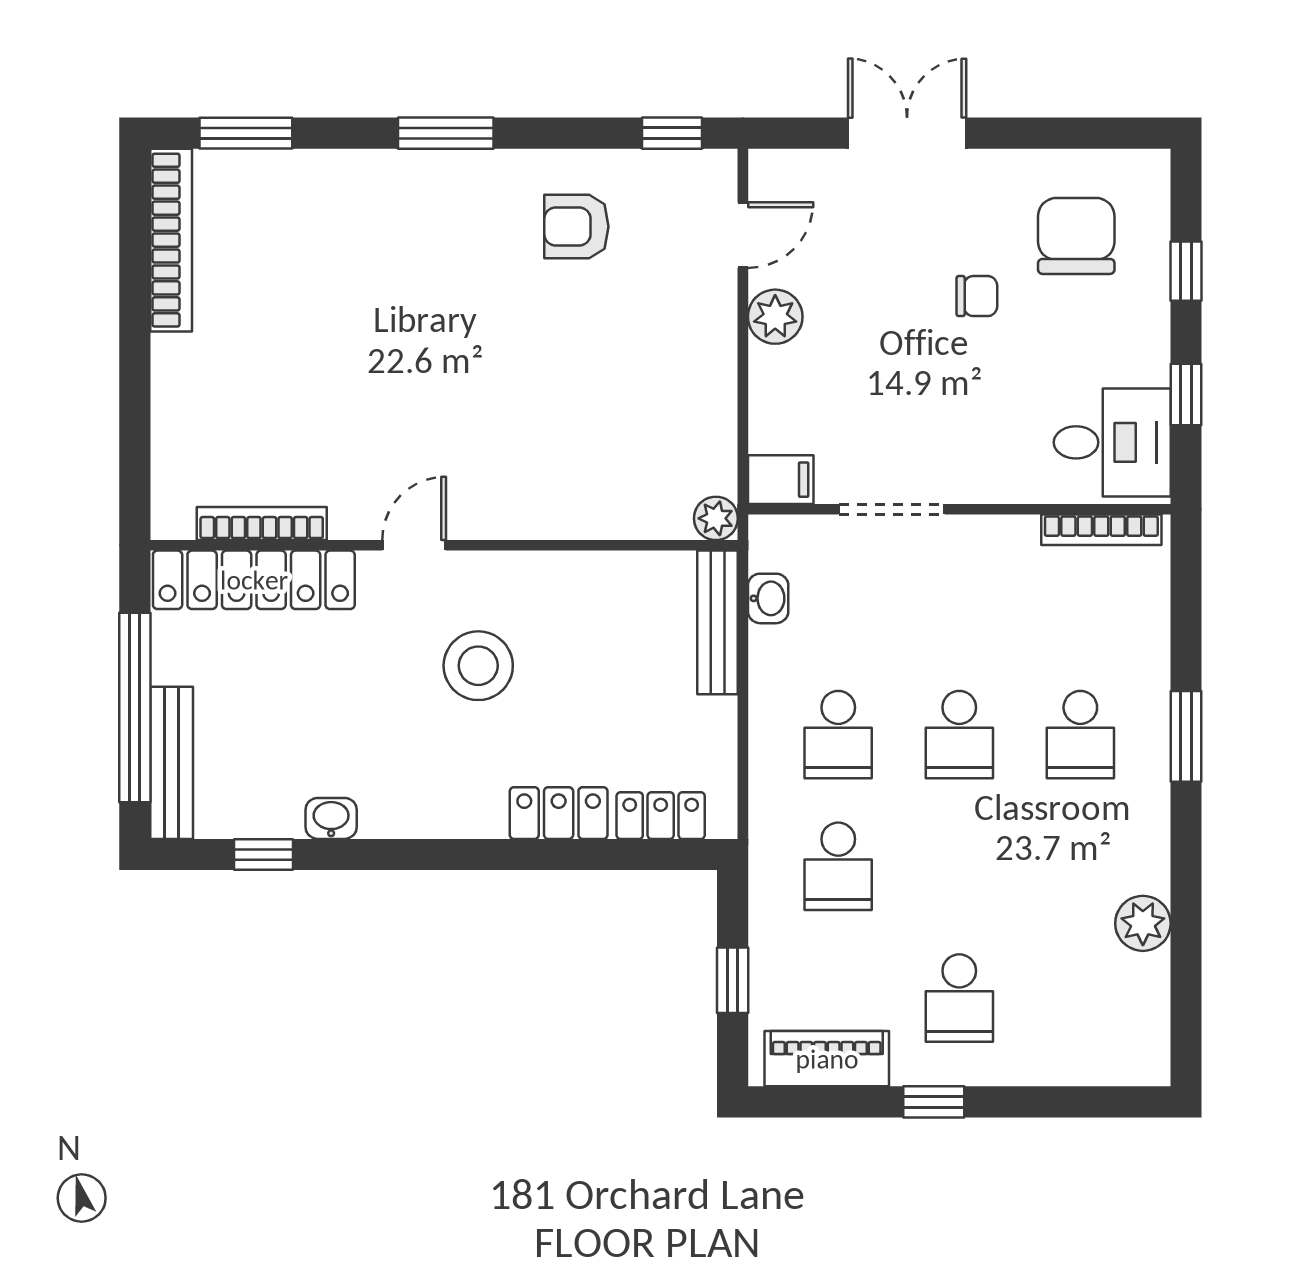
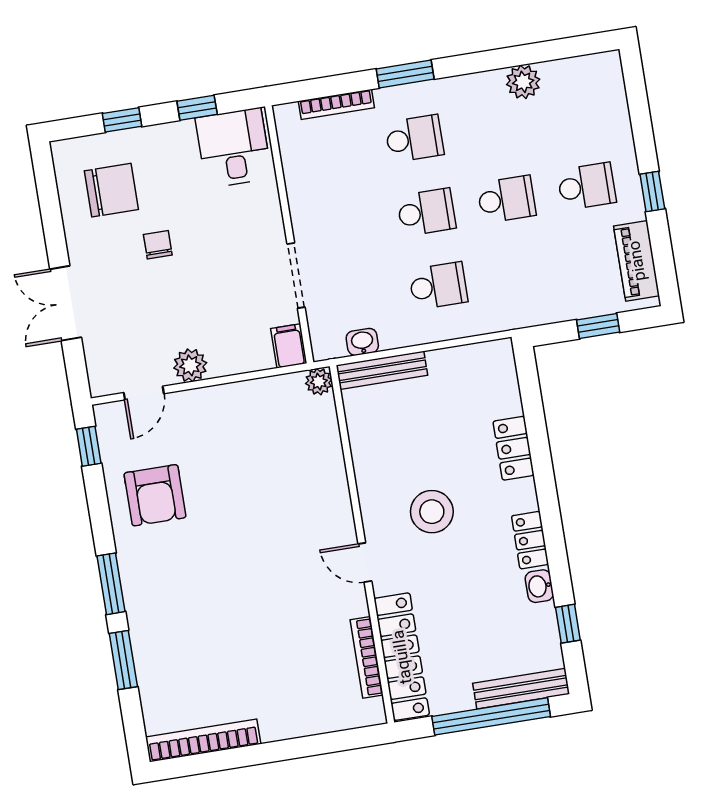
window: (246, 133) -> (123, 660), moved
armchair: (576, 227) -> (155, 495), width x1.38, depth x1.38
door: (743, 235) -> (144, 393), swing flipped
chair: (1076, 236) -> (111, 190), turned 180
bookcase: (1101, 530) -> (336, 104), moved, turned 90
locker: (661, 816) -> (530, 540), moved
school desk: (838, 866) -> (506, 199), moved

